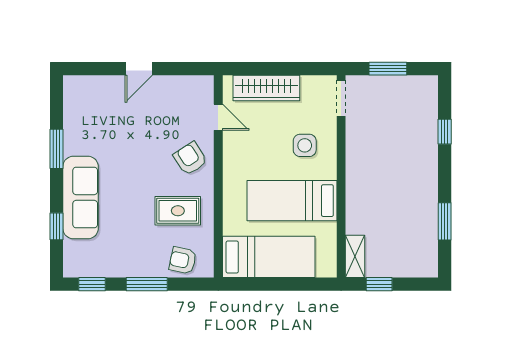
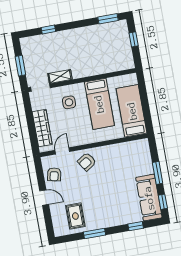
sofa: (81, 198) -> (149, 198), moved, turned -90
rug: (178, 211) -> (75, 216), moved
window: (445, 221) -> (108, 19), moved
shelving: (355, 256) -> (60, 76), moved
armchair: (183, 260) -> (54, 174), moved
window: (379, 284) -> (134, 39), moved

